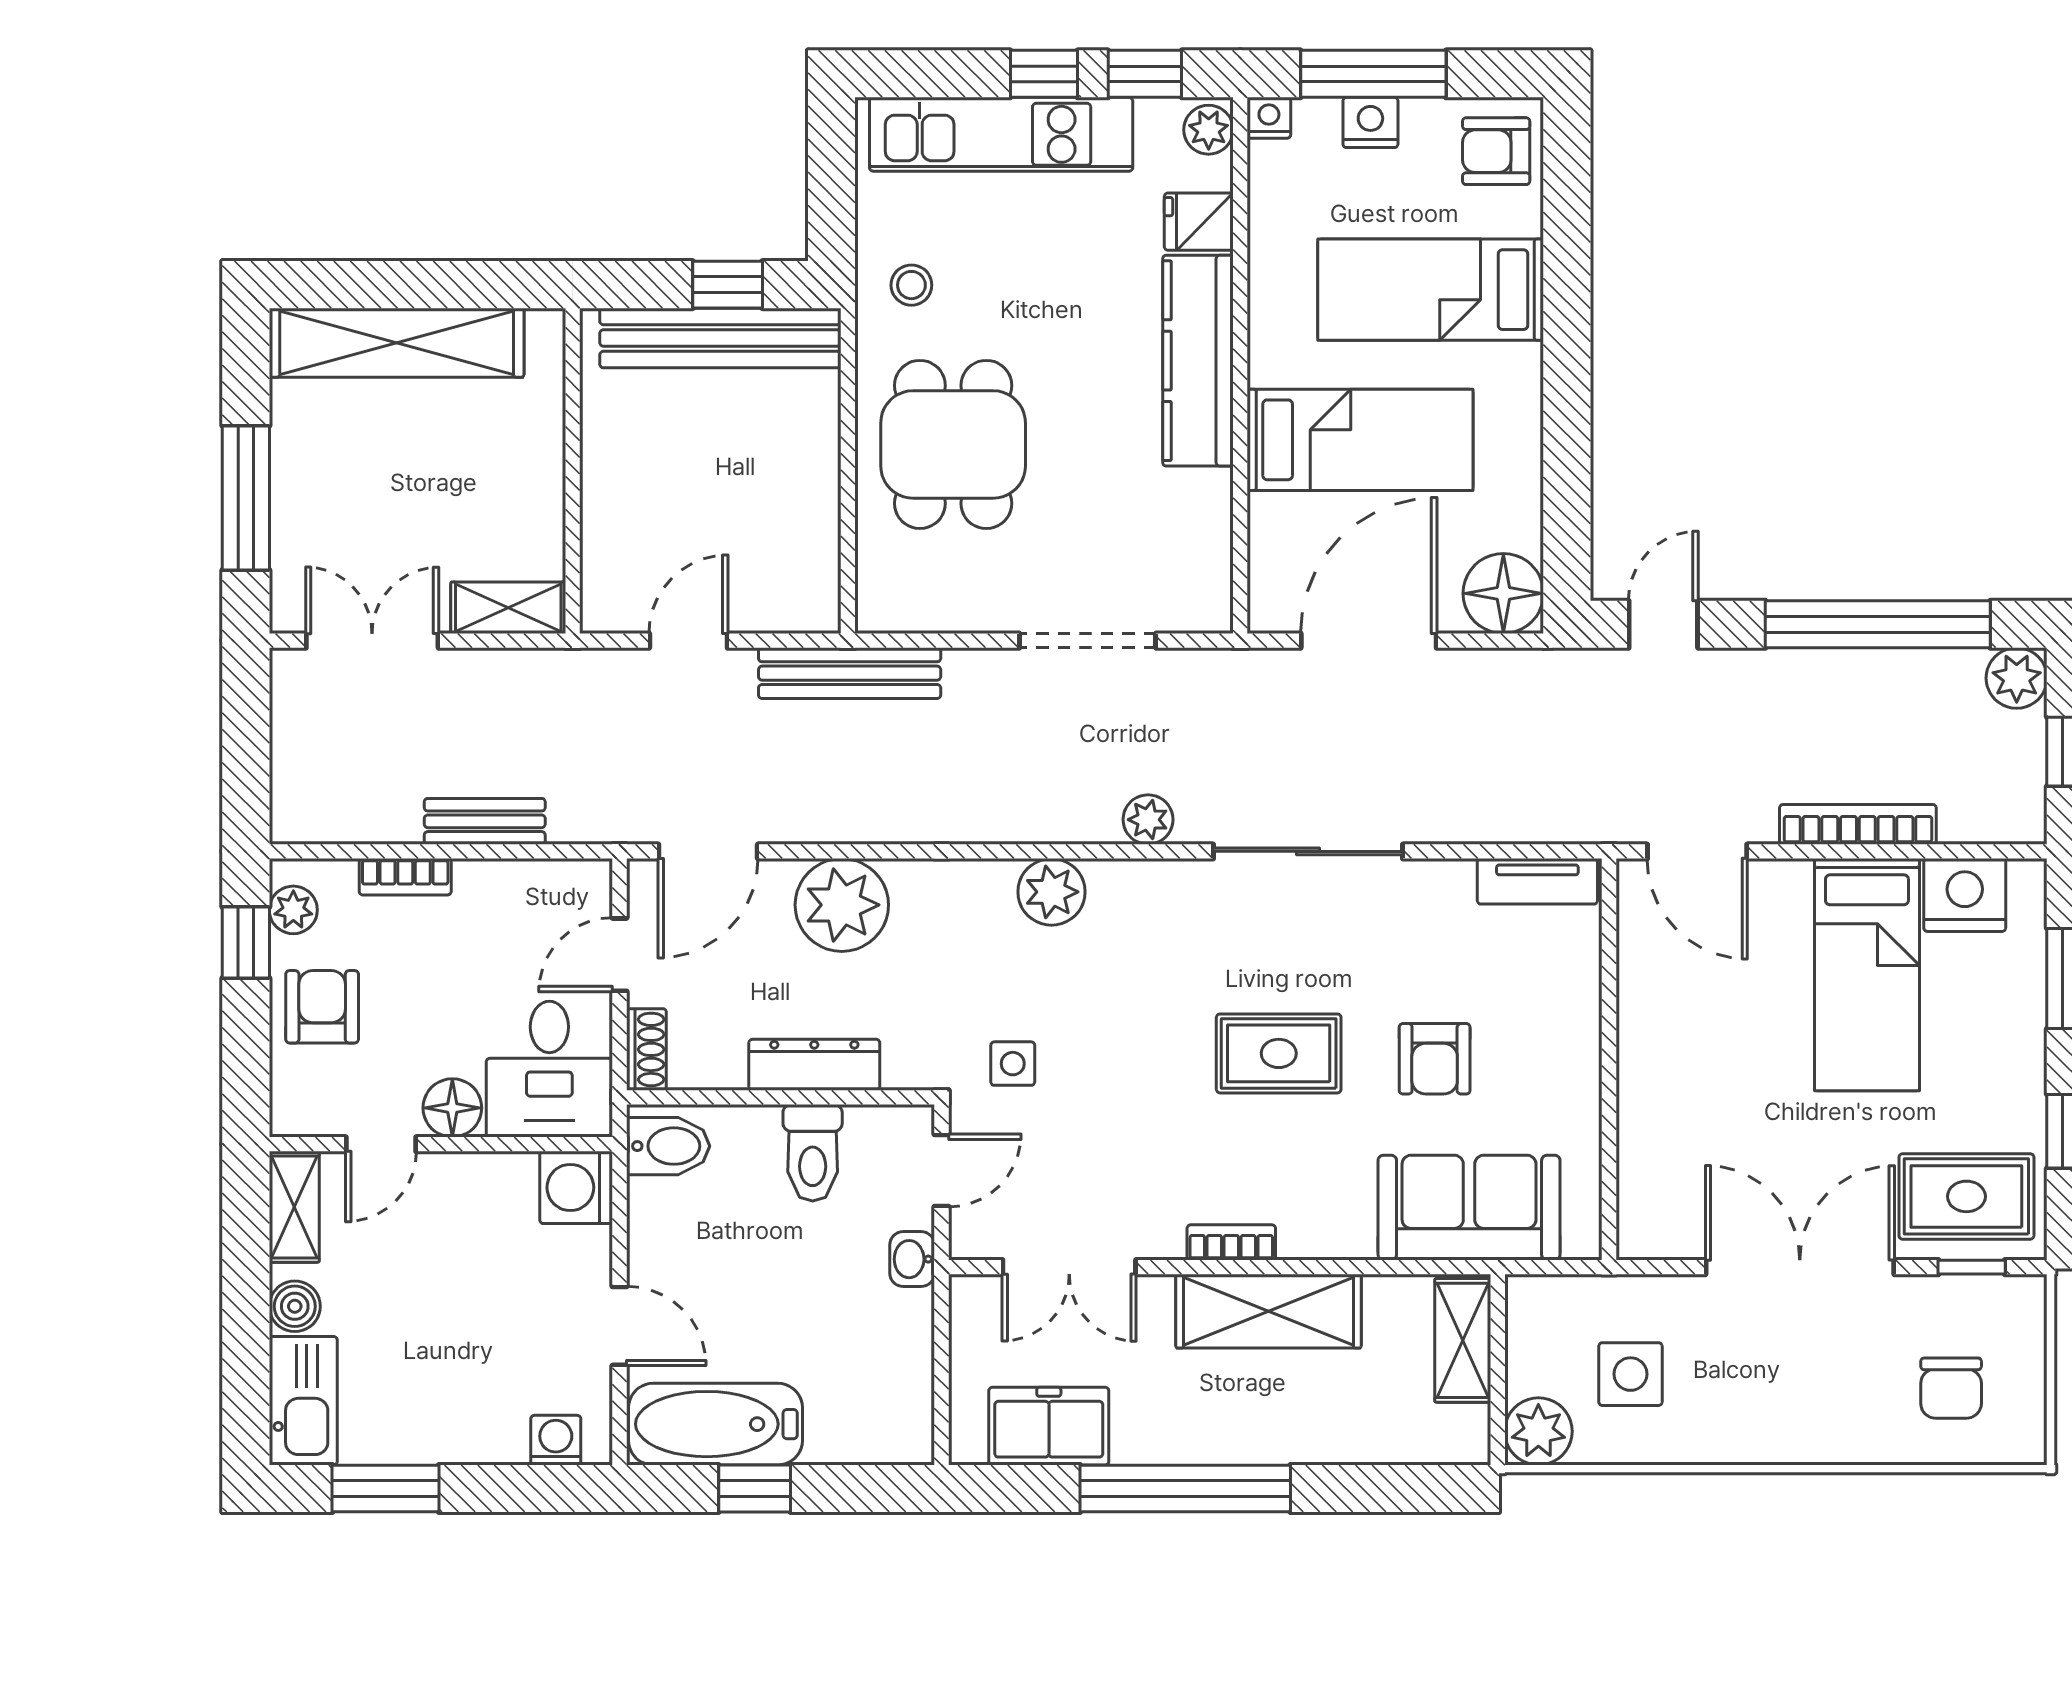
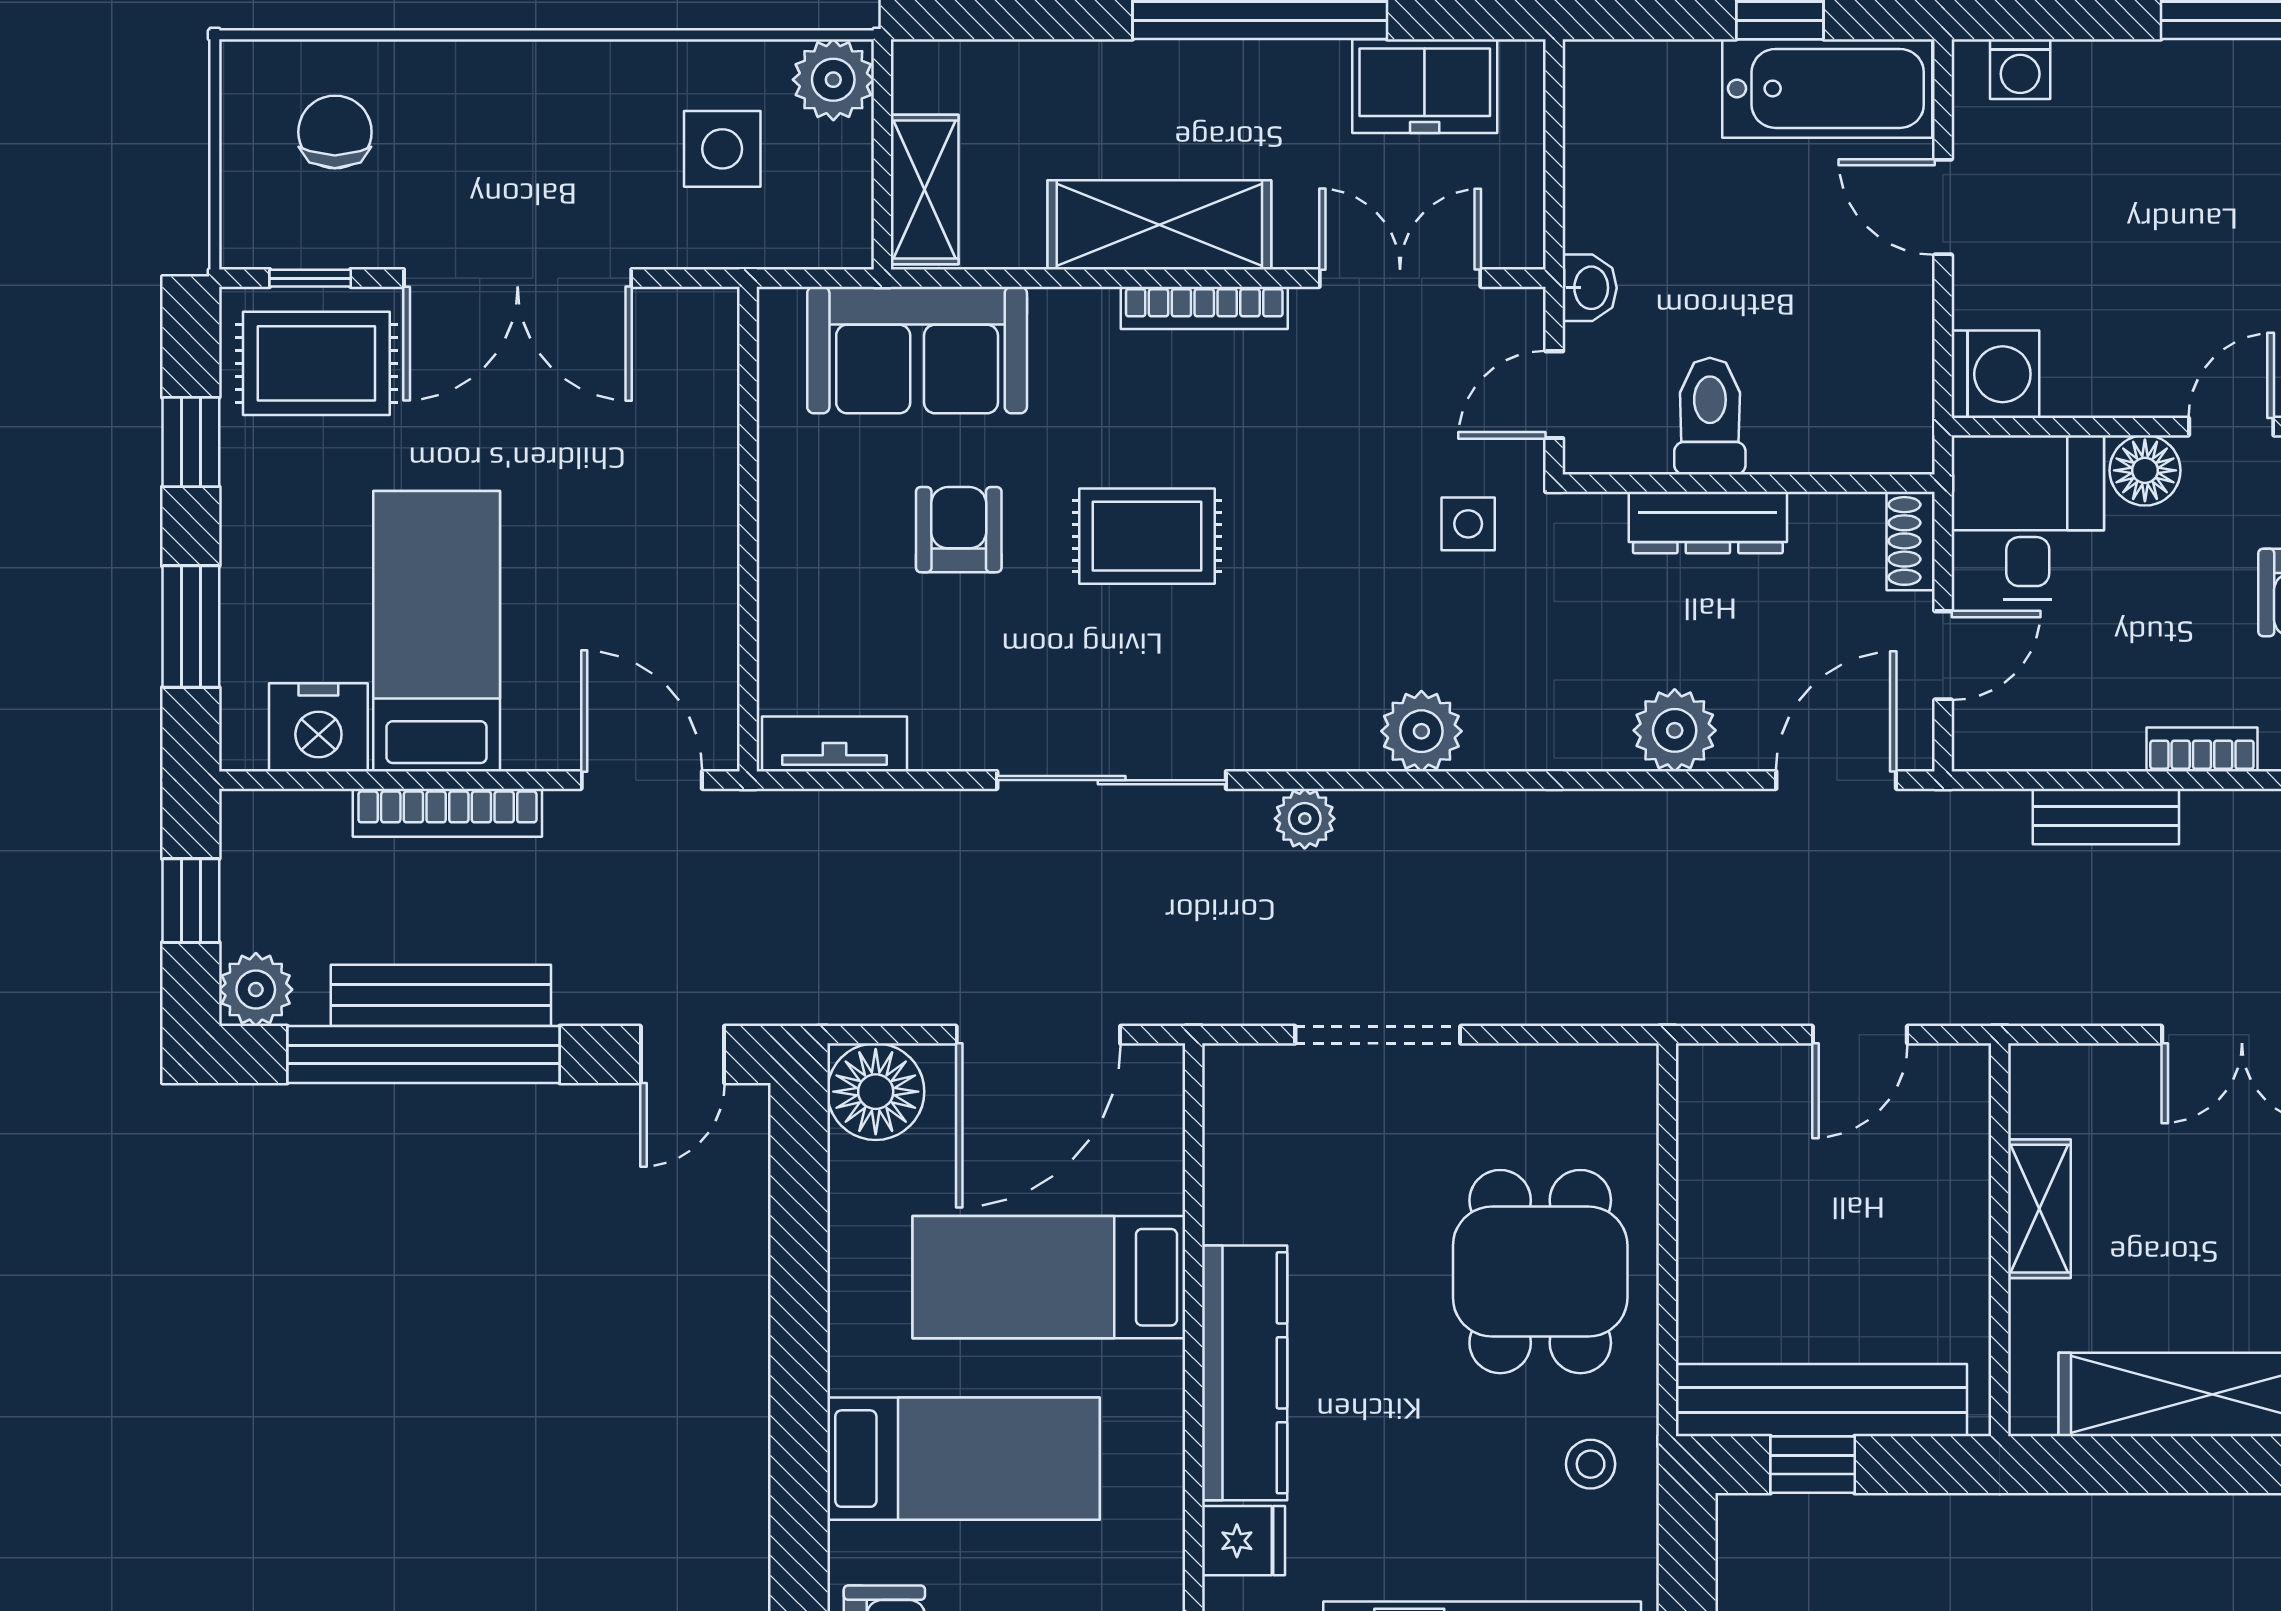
shelving: (508, 608) -> (2039, 1209), moved, turned 90
bench: (850, 673) -> (441, 995), moved
plant: (842, 905) -> (1675, 730), width x0.73, depth x0.73
bidet: (668, 1146) -> (1884, 424), removed
bookcase: (1231, 1242) -> (1204, 308), width x1.56

